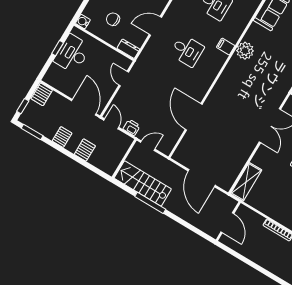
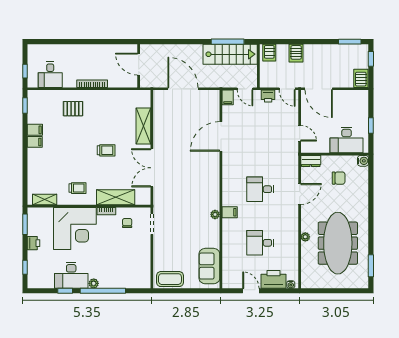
plant: (245, 51) -> (215, 214), width x0.53, depth x0.53
desk: (72, 54) -> (347, 140), moved, turned 90
door: (194, 117) -> (221, 136), swing flipped
server rack: (62, 137) -> (269, 53), moved
door: (148, 146) -> (245, 89), hinge flipped
filing cabinet: (167, 147) -> (228, 97), added
shelving: (246, 182) -> (143, 126), moved
window: (150, 203) -> (228, 42), moved

